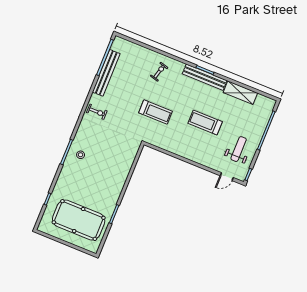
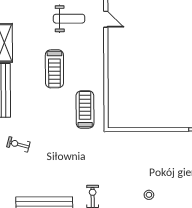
treadmill: (155, 112) -> (85, 109), moved
weight bench: (239, 149) -> (69, 19), turned 180

